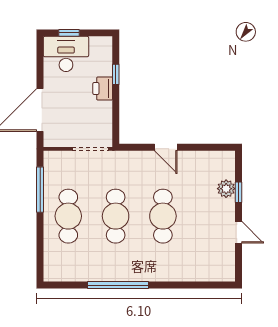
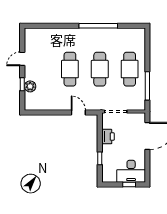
printer: (103, 89) -> (108, 137), moved
door: (166, 147) -> (78, 113), moved
door: (238, 232) -> (22, 59), hinge flipped

